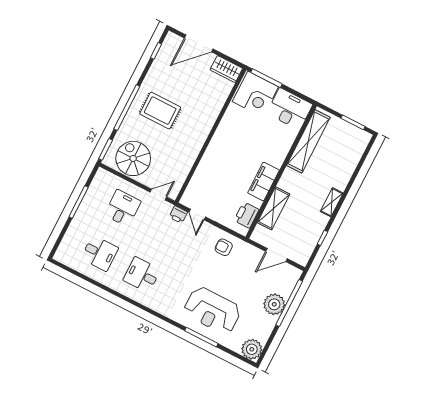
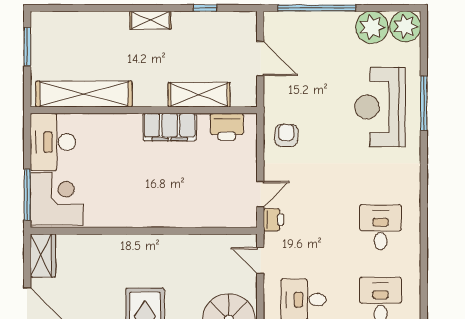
armchair: (224, 247) -> (286, 135), turned 180
desk: (142, 275) -> (381, 227), turned 180
plant: (274, 304) -> (372, 27), moved
reception desk: (212, 310) -> (380, 107), turned 180

